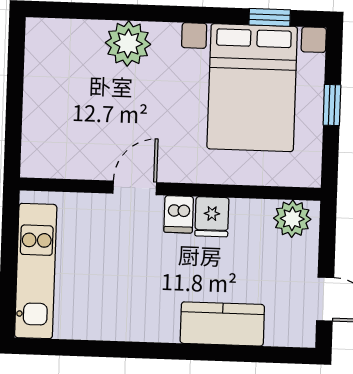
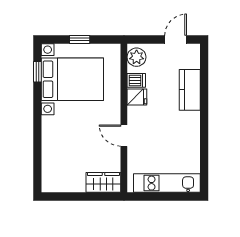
plant: (128, 43) -> (53, 141), removed
wardrobe: (41, 143) -> (103, 182), added
dishwasher: (179, 214) -> (136, 80), moved

